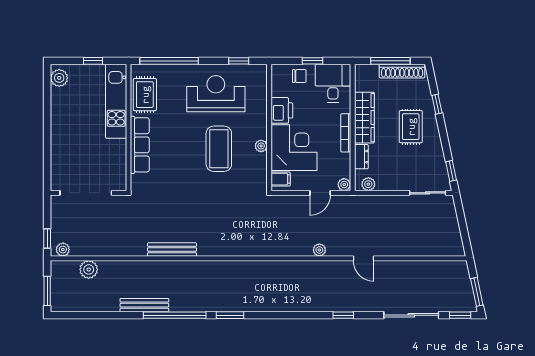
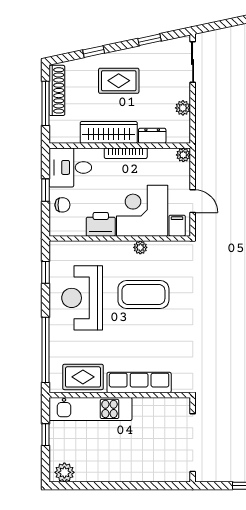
chair: (299, 76) -> (62, 205), turned 90
window: (451, 171) -> (149, 40), moved
plant: (368, 184) -> (183, 108), moved
door: (320, 193) -> (193, 201), moved

